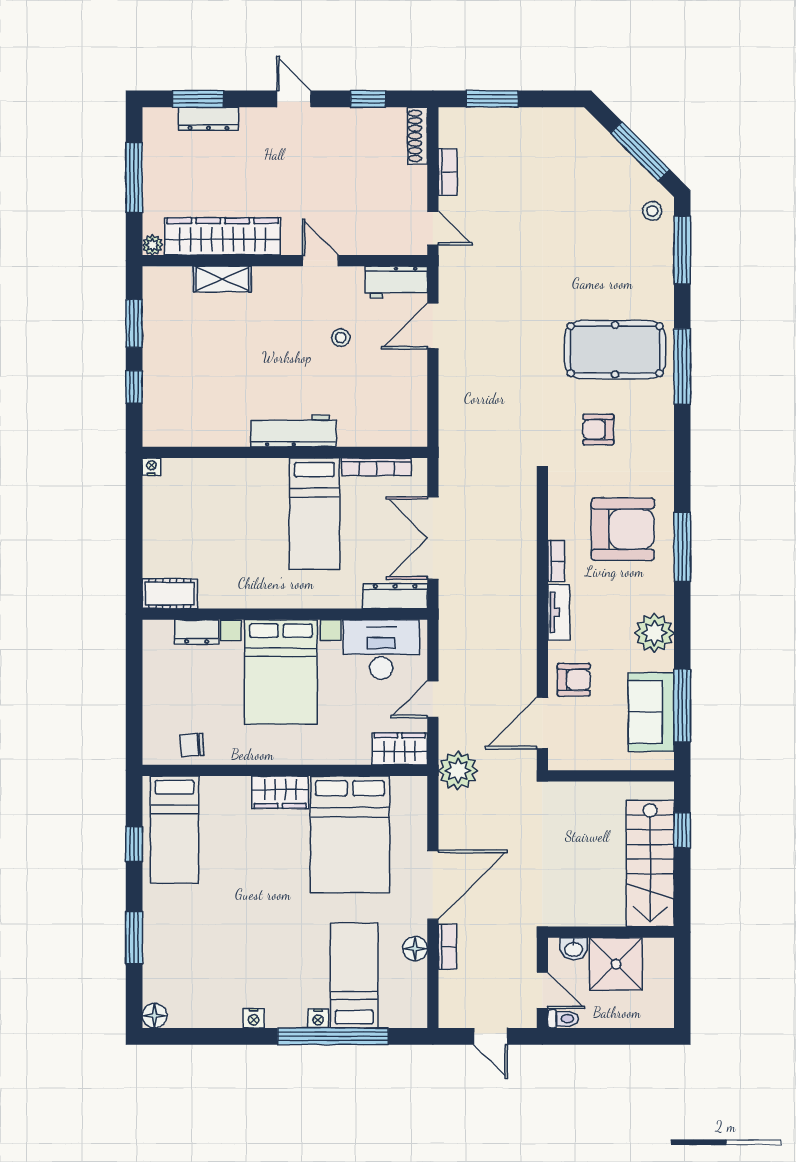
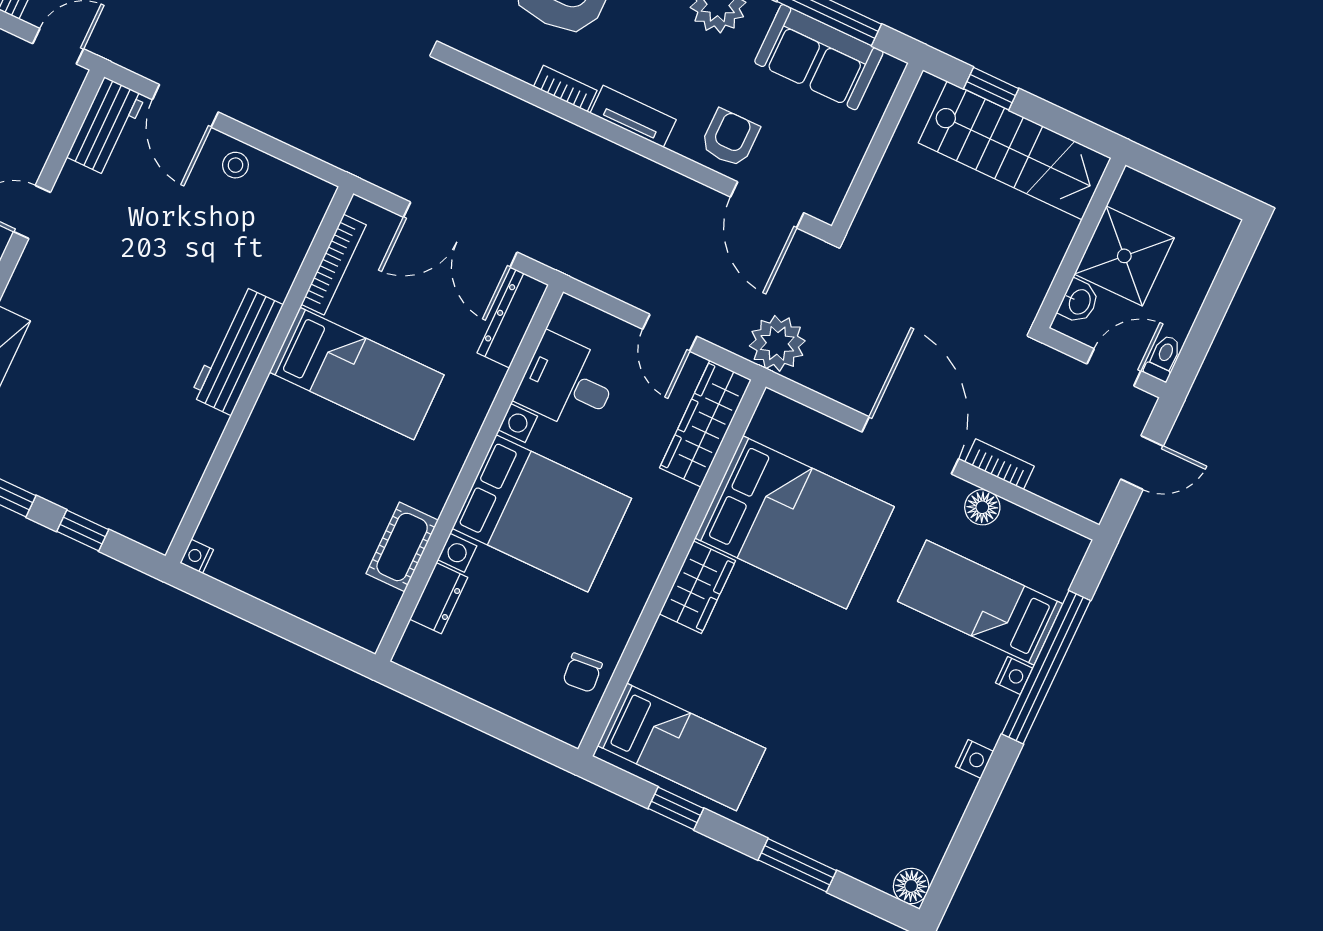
stool: (341, 338) -> (235, 165), moved
cot: (170, 594) -> (402, 547), moved
desk: (381, 650) -> (567, 383), width x0.73
wardrobe: (400, 749) -> (705, 424), width x1.50

